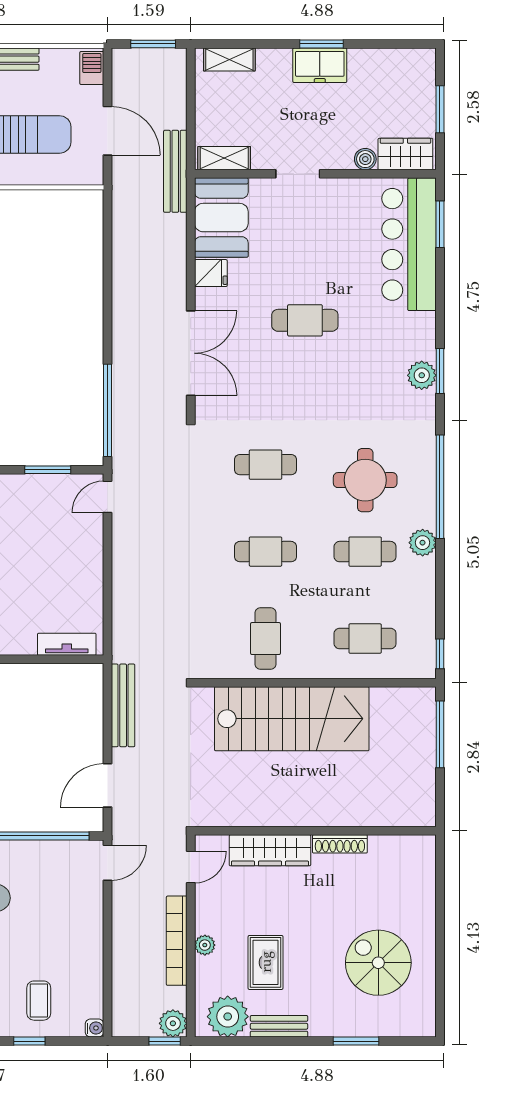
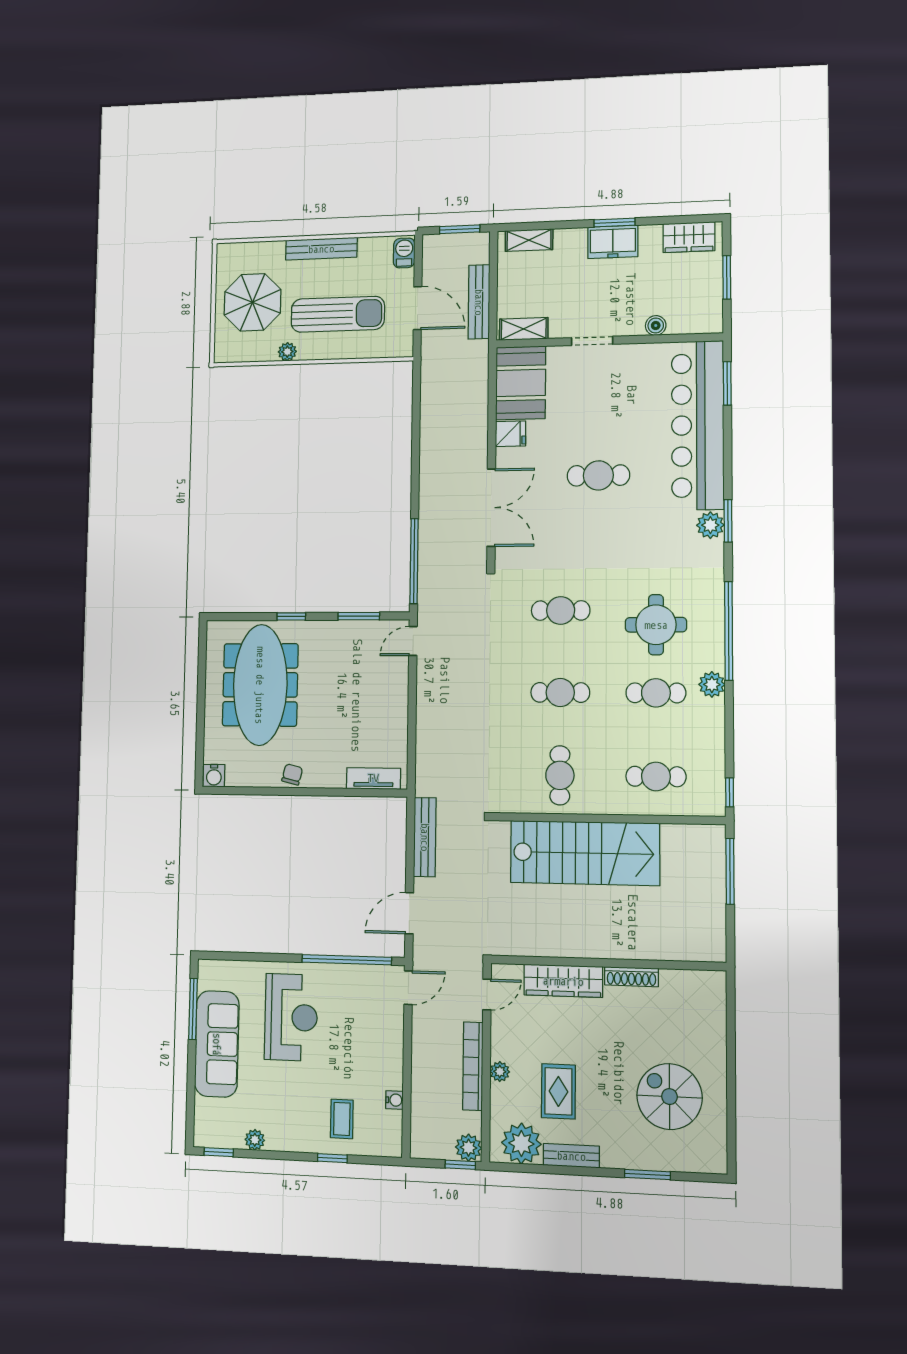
wardrobe: (405, 154) -> (689, 237), moved, turned 180
bench: (175, 171) -> (479, 302), moved
bar counter: (409, 244) -> (698, 425), width x1.36
water cooler: (95, 1028) -> (394, 1100), moved

